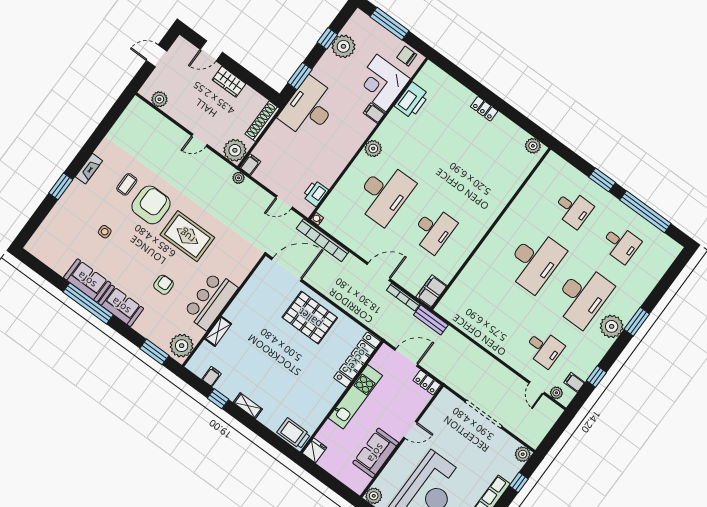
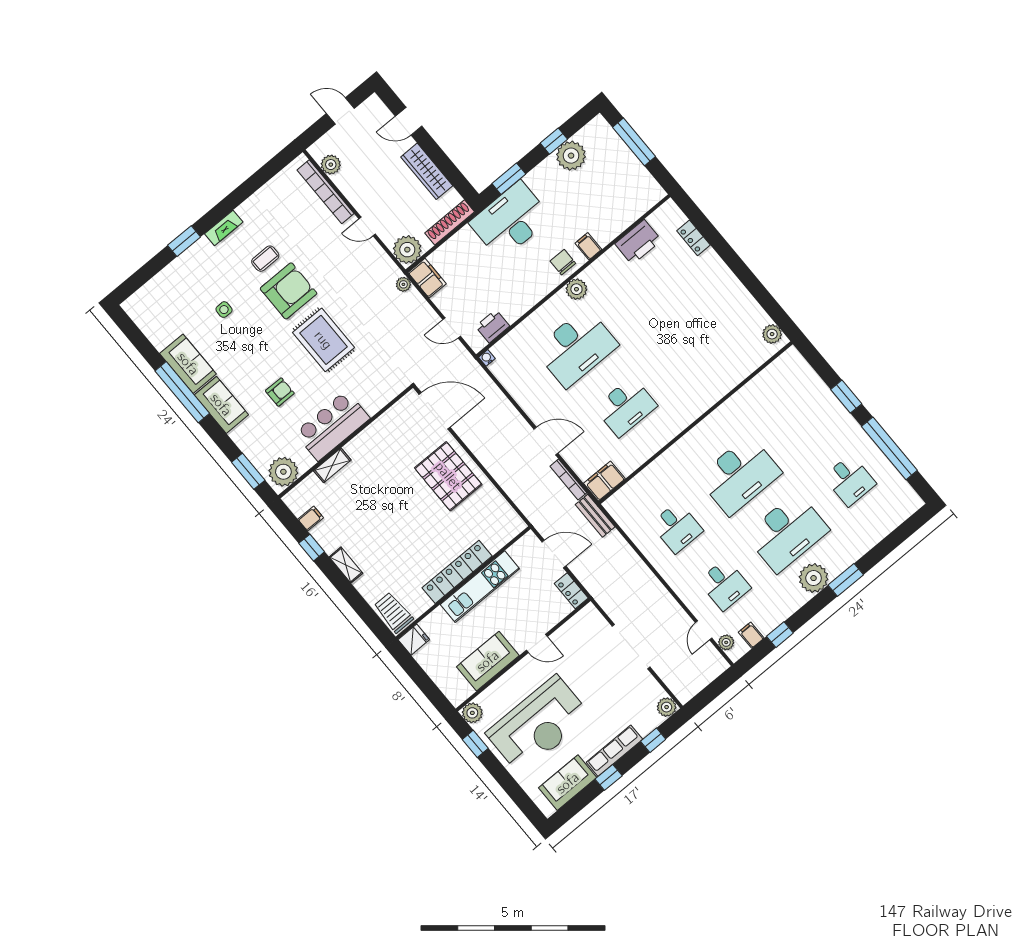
chair: (407, 56) -> (563, 262), moved
wardrobe: (229, 82) -> (427, 171), width x1.50
corner desk: (381, 83) -> (606, 212), removed
locker: (484, 109) -> (694, 238), moved
filing cabinet: (250, 165) -> (427, 278), width x2.00
desk: (573, 209) -> (677, 527), moved
bookcase: (323, 240) -> (325, 192), moved
locker: (357, 360) -> (457, 572), moved

